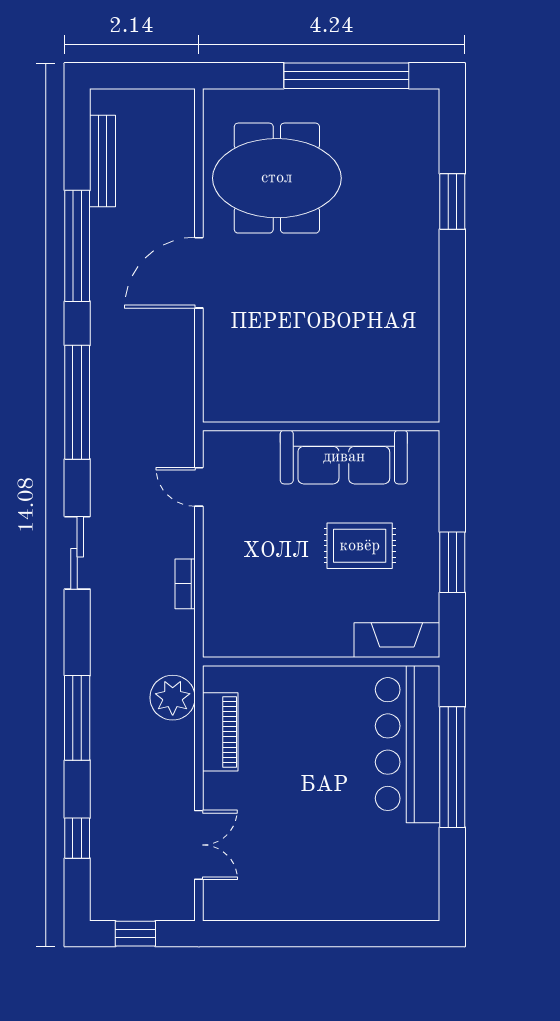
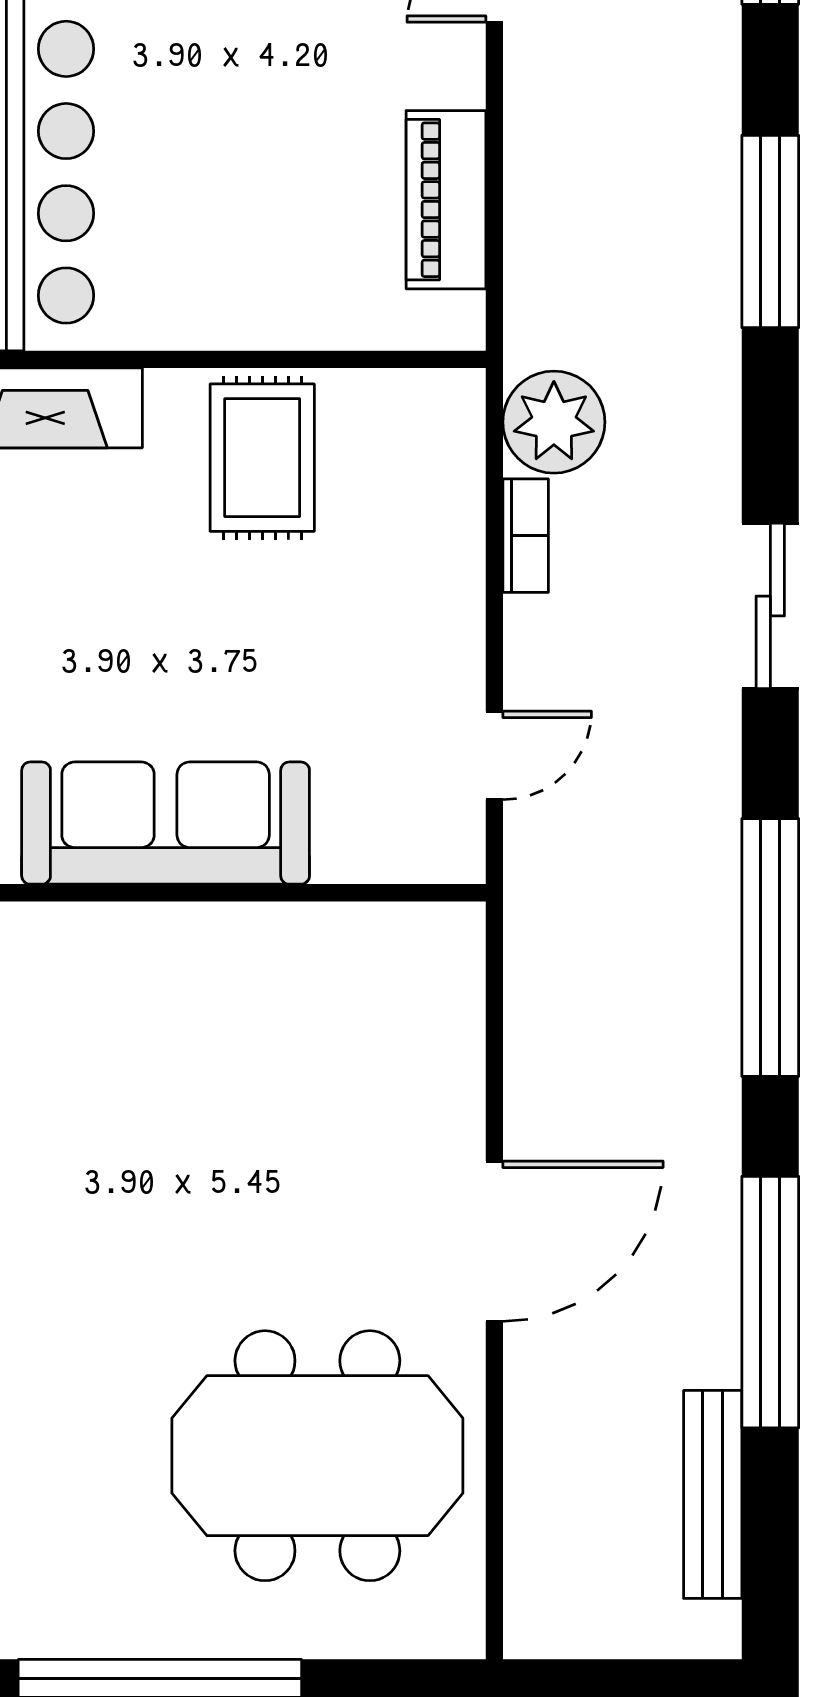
door: (199, 487) -> (494, 755), hinge flipped
rug: (360, 546) -> (262, 458), moved, turned 90
plant: (173, 698) -> (554, 422), moved

